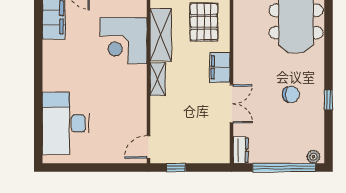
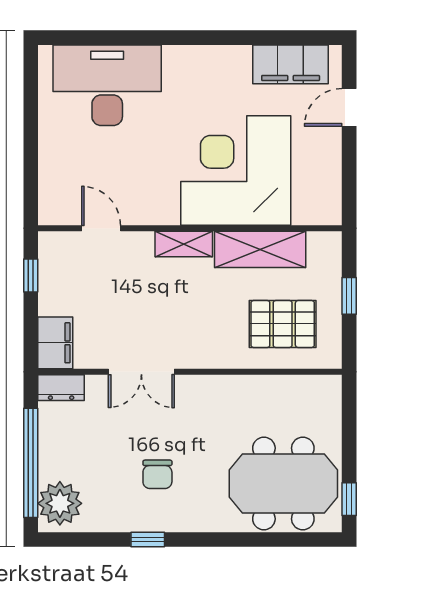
corner desk: (123, 41) -> (236, 170), width x1.36, depth x1.36
filing cabinet: (220, 67) -> (55, 343), moved, turned 90
door: (149, 147) -> (101, 228), moved
plant: (313, 157) -> (60, 503), width x1.87, depth x1.87

